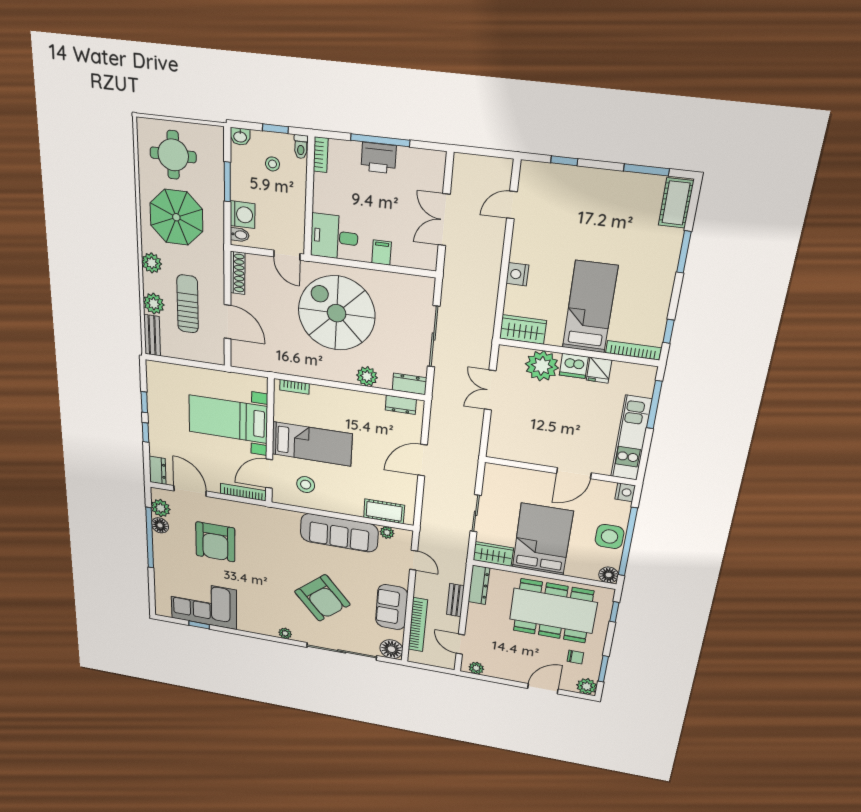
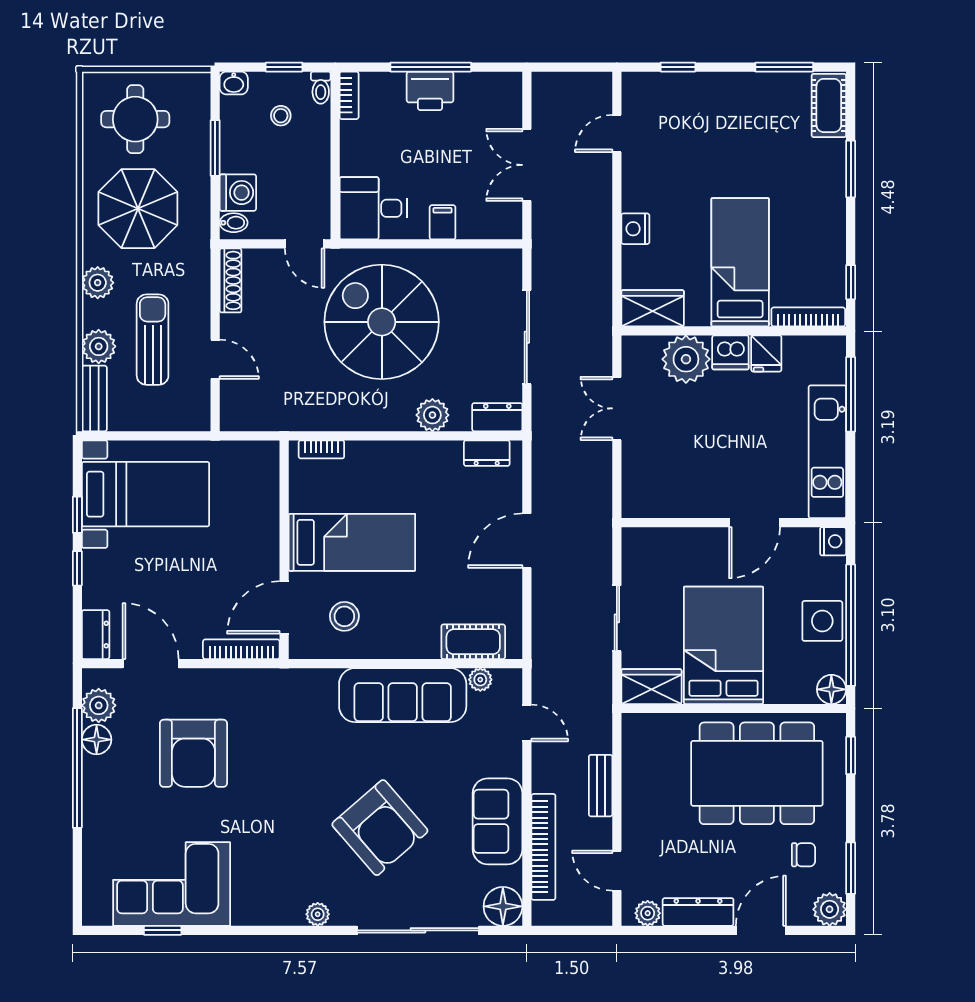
door: (228, 322) -> (215, 359), width x0.73
bed with nightstands: (228, 419) -> (146, 494), moved, turned 180
dresser: (479, 585) -> (698, 912), moved, turned -90

